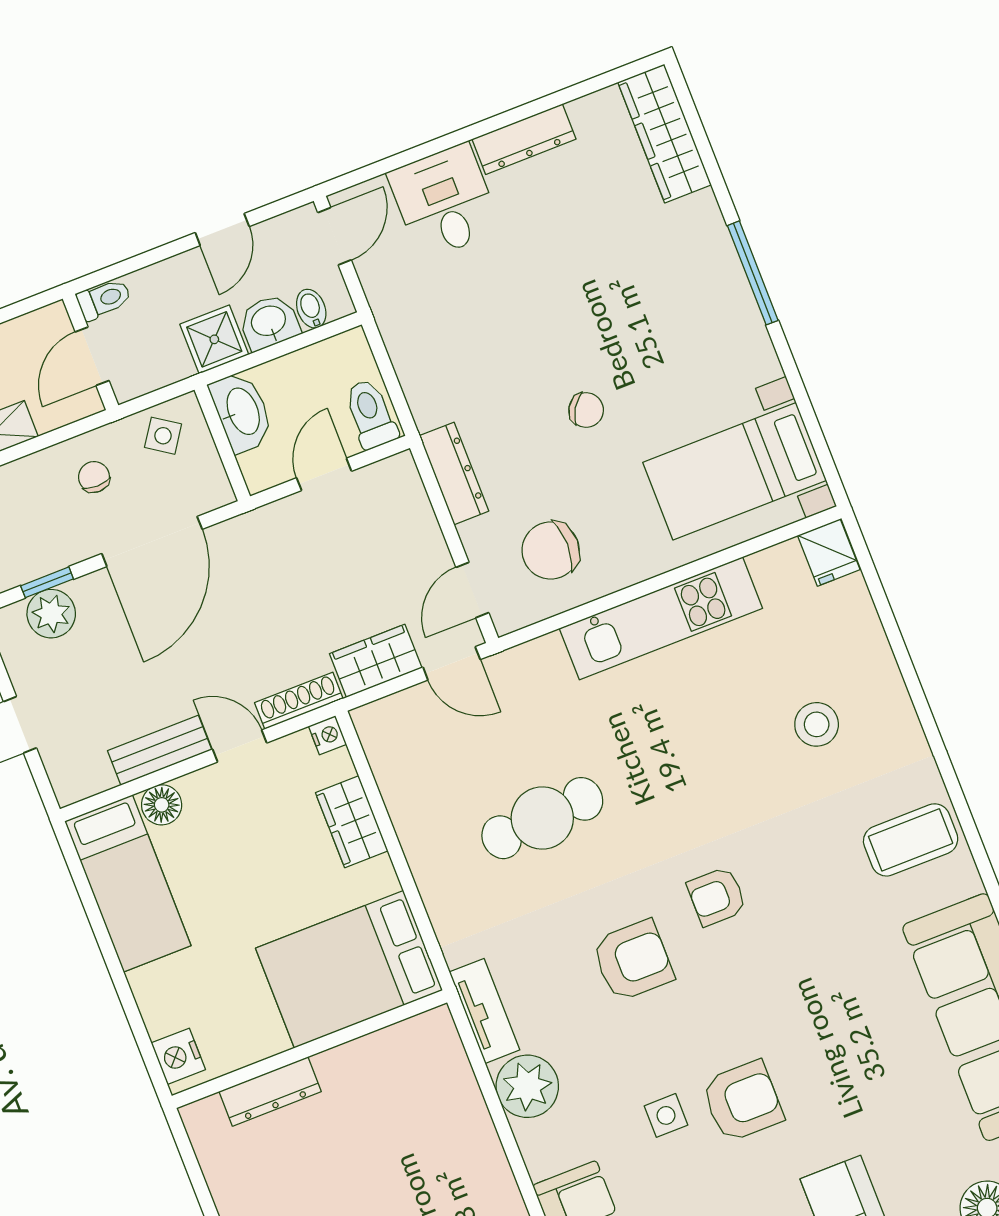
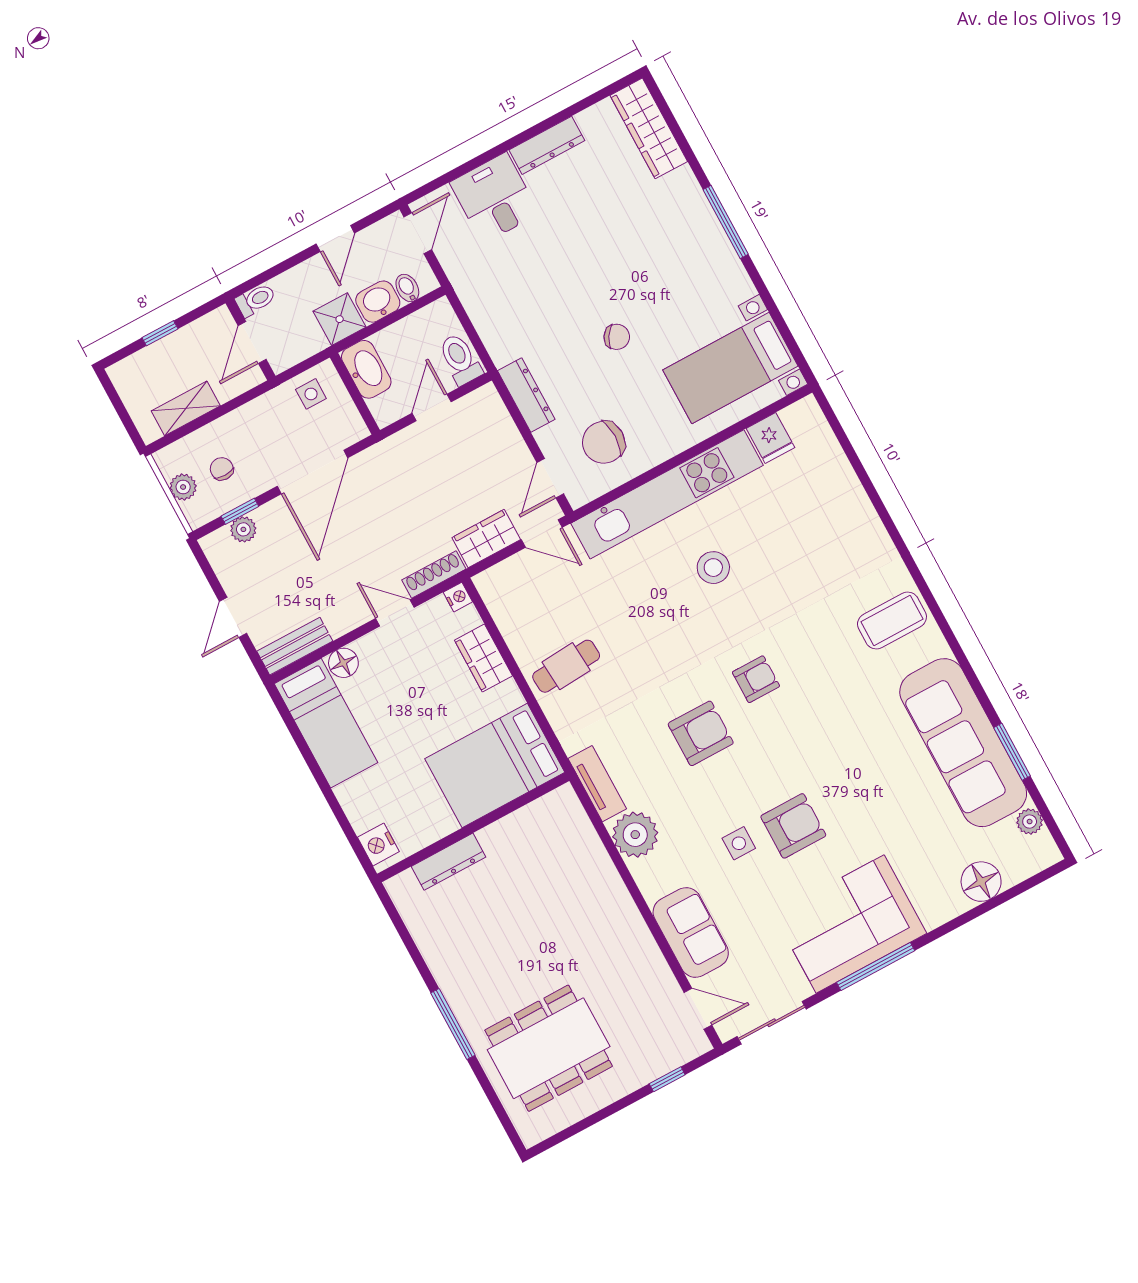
side table: (163, 436) -> (311, 394), turned -34
chair: (94, 477) -> (222, 469), moved
fridge: (829, 553) -> (770, 438), moved
plant: (51, 614) -> (243, 529), width x0.73, depth x0.73
kitchen unit: (661, 618) -> (667, 494), width x1.36
stool: (817, 724) -> (713, 568), moved
bench: (160, 750) -> (295, 646), moved
cafe table: (542, 818) -> (566, 666), moved, width x0.73, depth x0.74
armchair: (717, 896) -> (756, 679), turned 180

